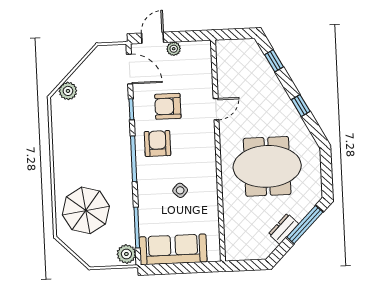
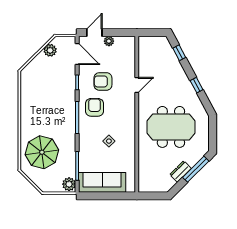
plant: (68, 91) -> (50, 50), moved

